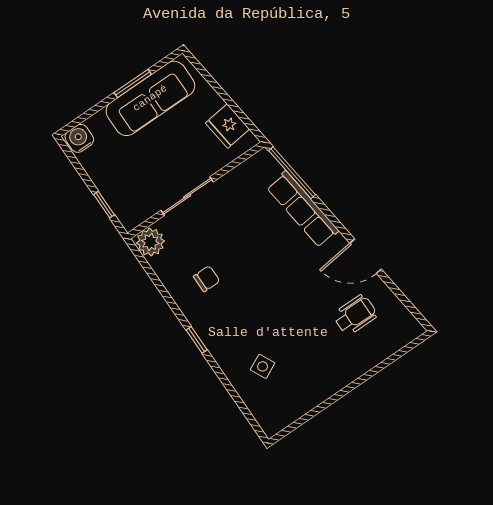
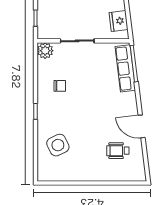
row of seats: (303, 209) -> (125, 68), moved
wheelchair: (355, 315) -> (118, 151), turned 180
side table: (263, 366) -> (58, 145), width x1.87, depth x1.87

